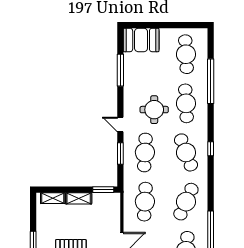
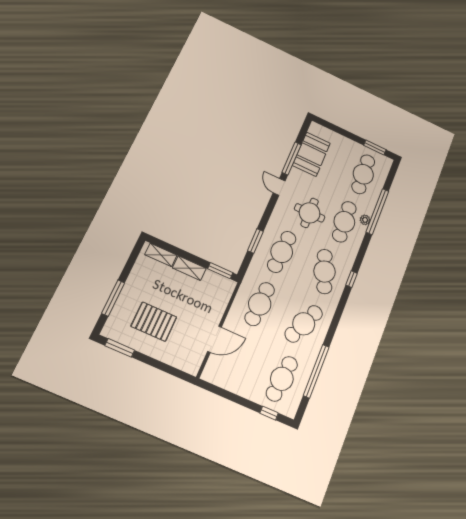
window: (187, 25) -> (375, 147), added
booth: (141, 40) -> (311, 154), moved, turned 90
plant: (203, 94) -> (365, 220), added
door: (120, 125) -> (279, 187), moved

